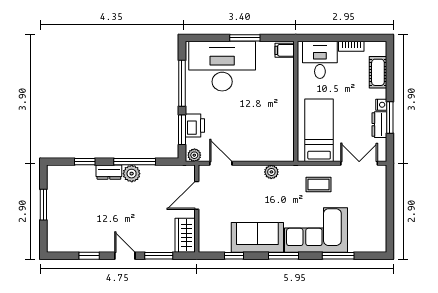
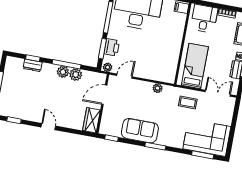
door: (221, 163) -> (124, 76), hinge flipped
dresser: (109, 172) -> (33, 65), moved
plant: (150, 174) -> (76, 75), added
corner sofa: (316, 230) -> (207, 138), moved
window: (89, 256) -> (14, 120), moved
window: (159, 256) -> (71, 131), removed
window: (234, 256) -> (111, 138), moved
window: (338, 256) -> (203, 155), moved

